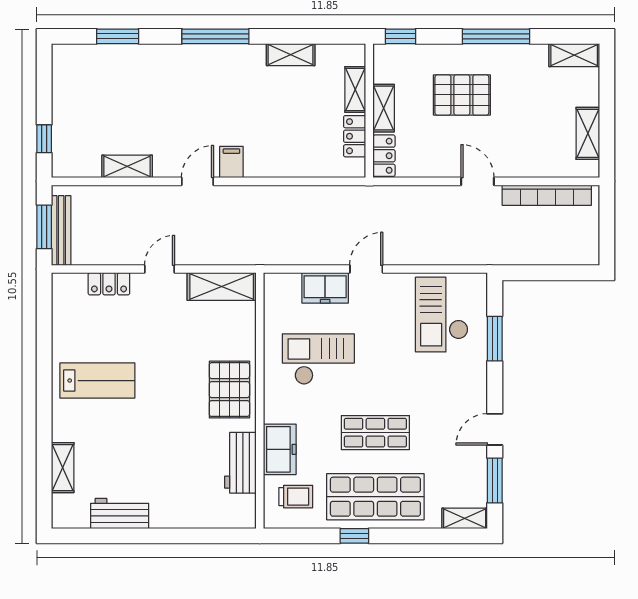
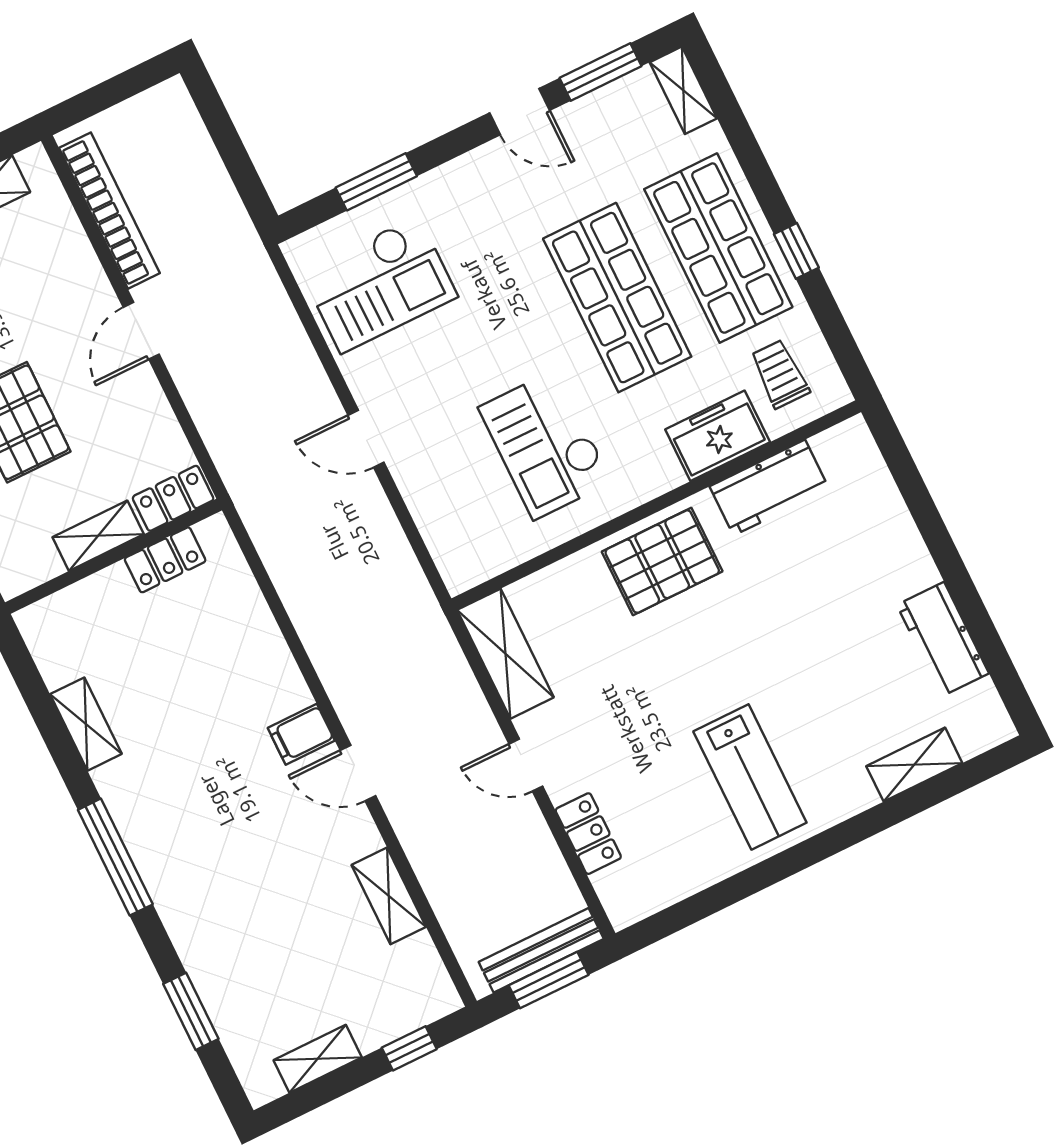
shelving: (355, 89) -> (318, 1059), moved
freezer: (325, 288) -> (427, 489), removed
lab bench: (97, 381) -> (750, 777), turned 180
shop shelf: (375, 433) -> (617, 298), width x1.43, depth x1.36

